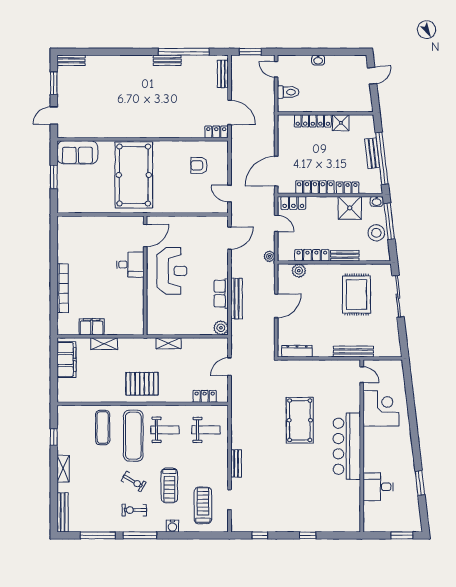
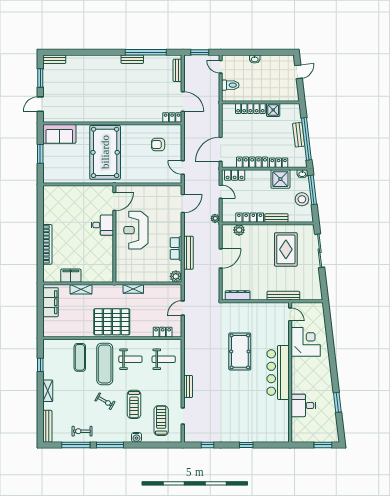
reception desk: (172, 271) -> (136, 230), turned 180
pallet: (142, 384) -> (112, 322), width x1.37, depth x1.41
exercise bike: (134, 510) -> (82, 431), moved

